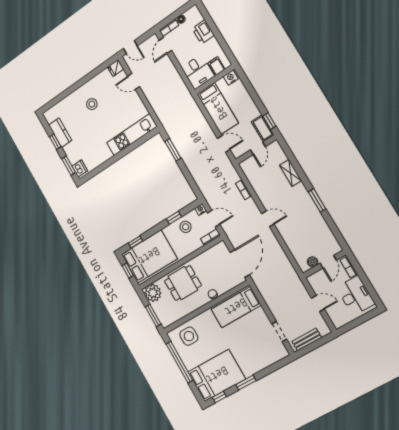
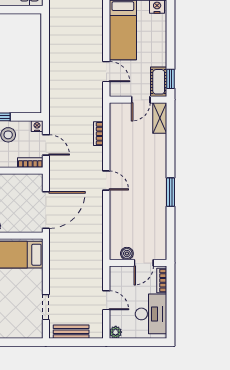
window: (173, 150) -> (45, 42), removed
shelving: (290, 173) -> (160, 118), moved
plant: (338, 323) -> (116, 332), added

